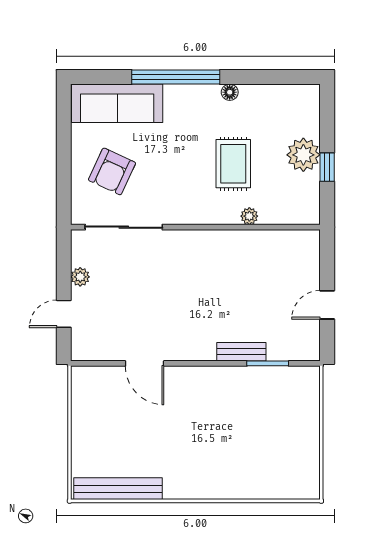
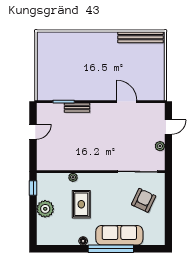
sofa: (117, 103) -> (119, 235), moved
window: (327, 167) -> (33, 188), moved

